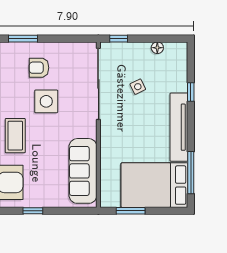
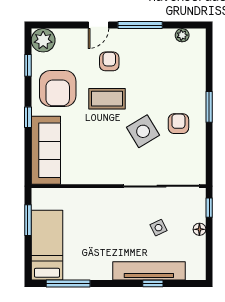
floor lamp: (157, 48) -> (199, 229), moved
side table: (46, 101) -> (143, 131), turned -31
tv unit: (179, 127) -> (149, 271), moved
sofa: (83, 171) -> (46, 150), moved, turned 90
bed: (154, 185) -> (47, 245), width x0.67

